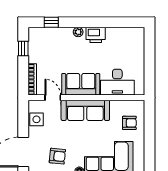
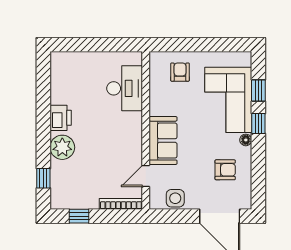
plant: (78, 32) -> (62, 147), width x1.88, depth x1.88
sofa: (81, 84) -> (128, 138), removed
sofa: (85, 110) -> (163, 141), width x0.73
armchair: (57, 156) -> (225, 170), turned 84

